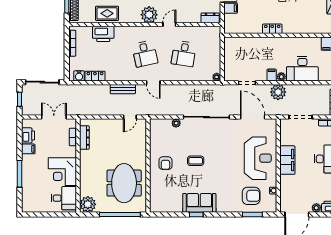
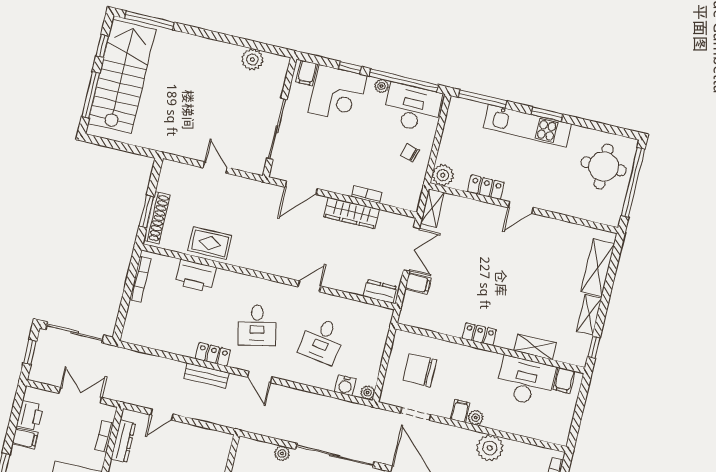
plant: (149, 15) -> (280, 262), removed
shelving: (306, 29) -> (535, 347), added
chair: (243, 57) -> (420, 370), added
desk: (302, 69) -> (525, 381), moved, turned 180
water cooler: (79, 76) -> (345, 385), moved
locker: (95, 76) -> (213, 354), moved
plant: (278, 92) -> (490, 448), moved
door: (130, 117) -> (162, 415), moved

